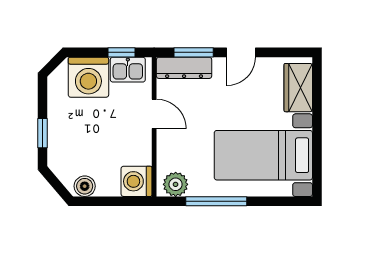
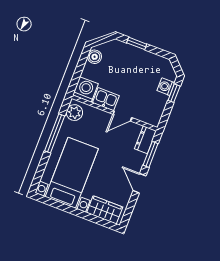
window: (121, 52) -> (174, 93), moved
dresser: (184, 68) -> (145, 140), width x0.70
kitchen sink: (128, 70) -> (106, 99), moved, turned 90
washing machine: (88, 77) -> (166, 87), width x0.53, depth x0.53

